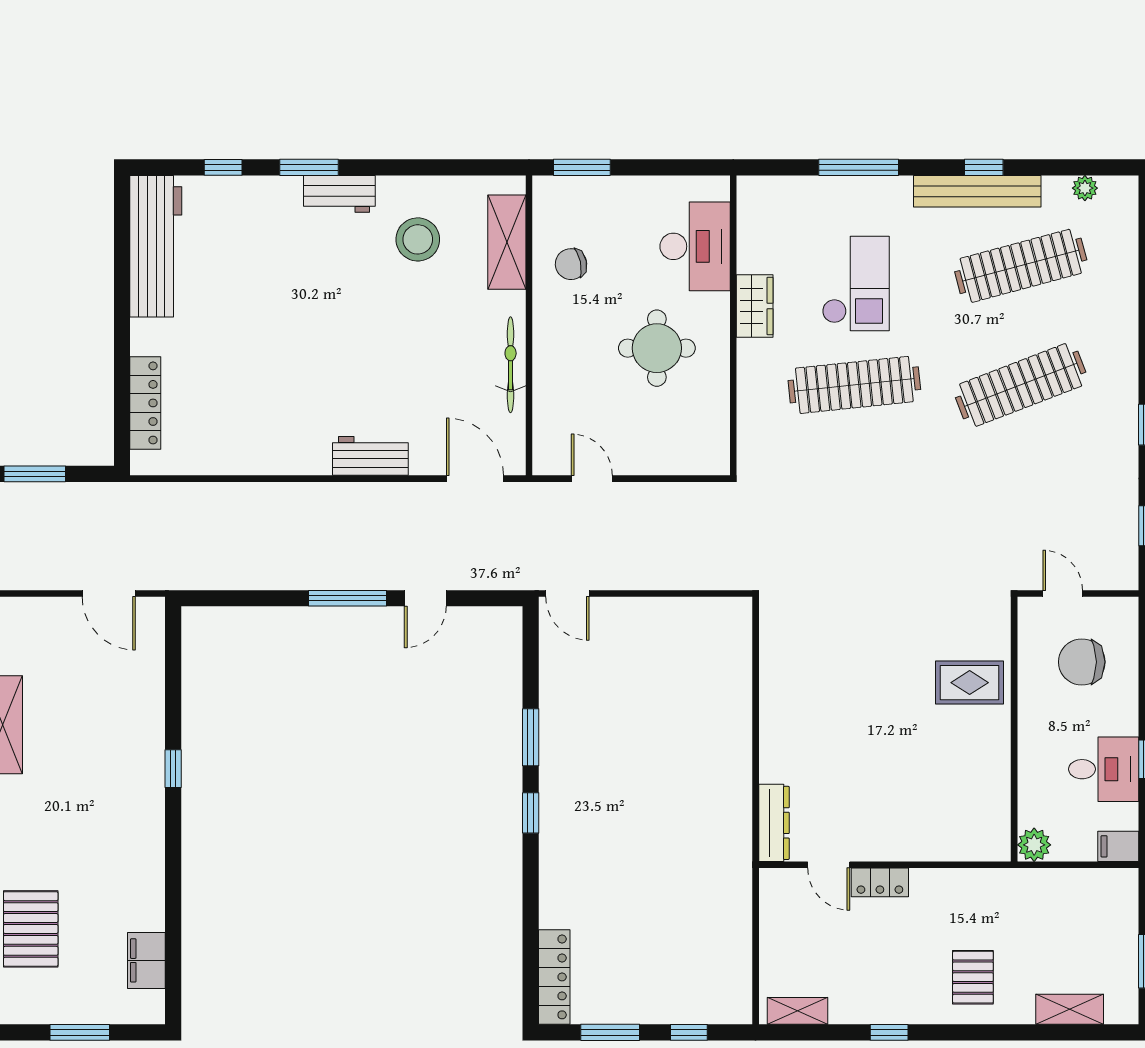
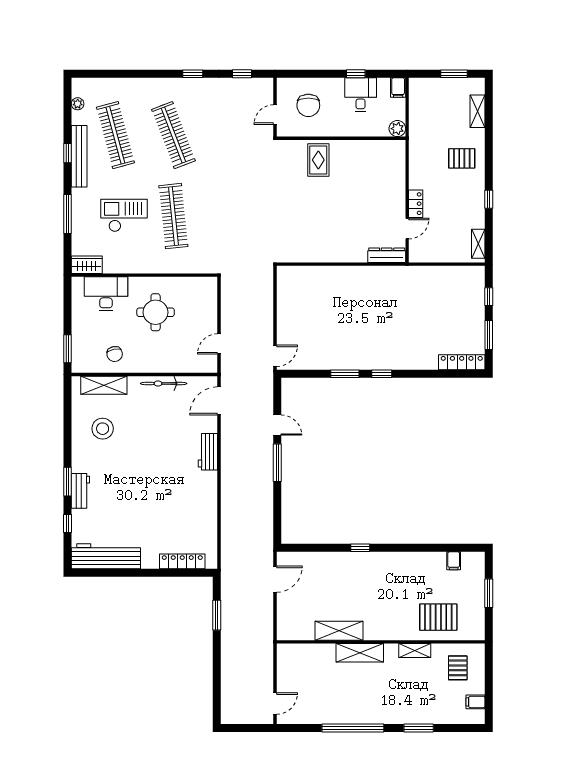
workbench: (339, 194) -> (80, 491), moved
wardrobe: (755, 306) -> (87, 265), moved
filing cabinet: (146, 960) -> (454, 561), width x0.50

